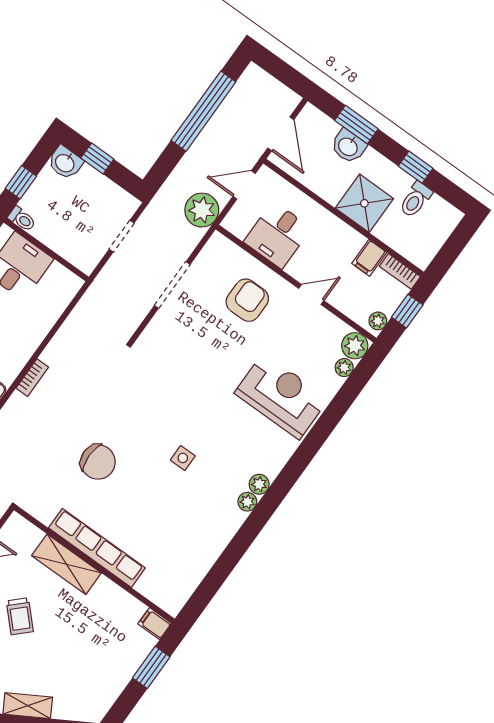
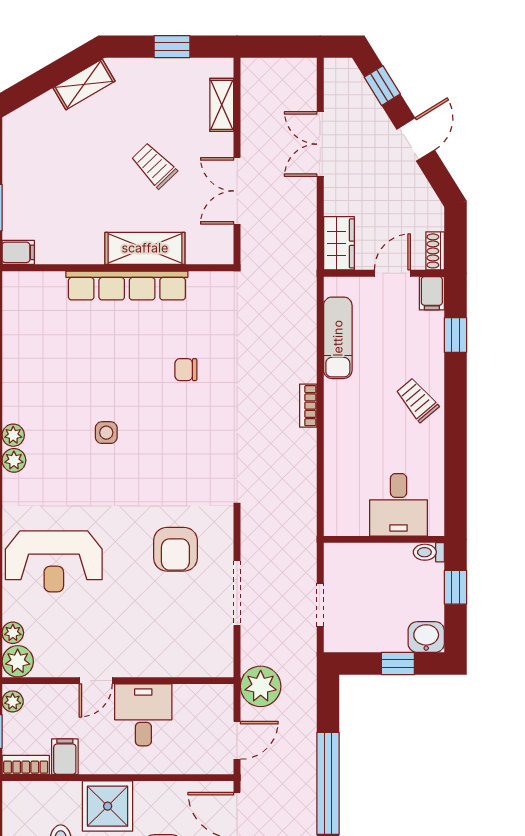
desk: (277, 235) -> (143, 715), moved
armchair: (247, 300) -> (175, 549), moved
chair: (98, 462) -> (186, 370), width x0.54, depth x0.54

